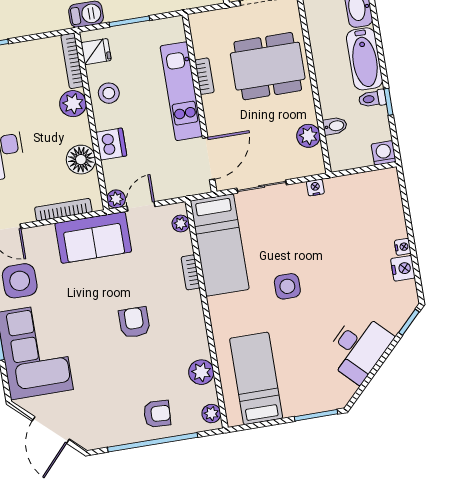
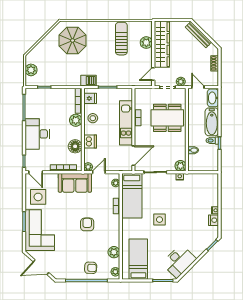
plant: (308, 136) -> (180, 166), moved
washing machine: (384, 153) -> (213, 166), removed
desk: (358, 348) -> (179, 261), moved
door: (51, 430) -> (41, 267), hinge flipped

